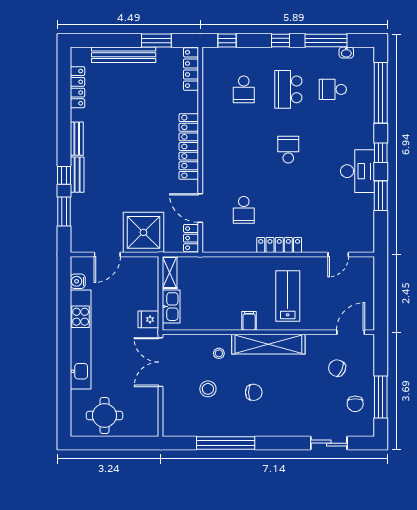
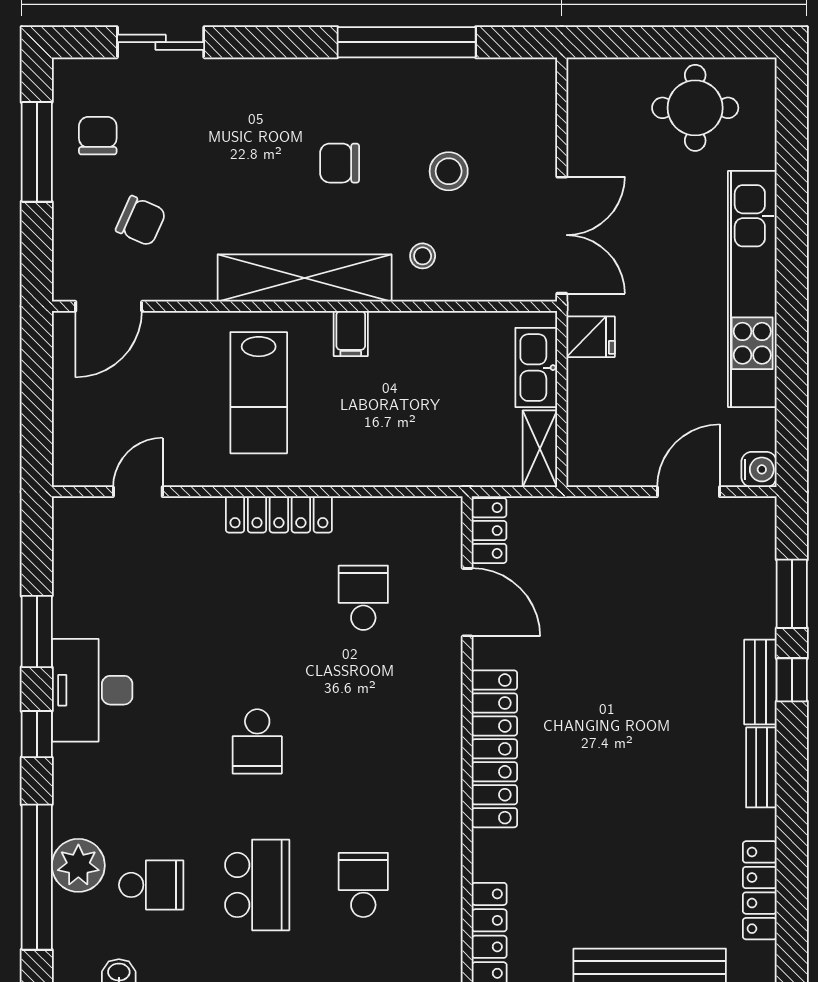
plant: (363, 98) -> (78, 865), added
shower: (143, 232) -> (602, 544), removed
water cooler: (78, 281) -> (759, 469), moved

